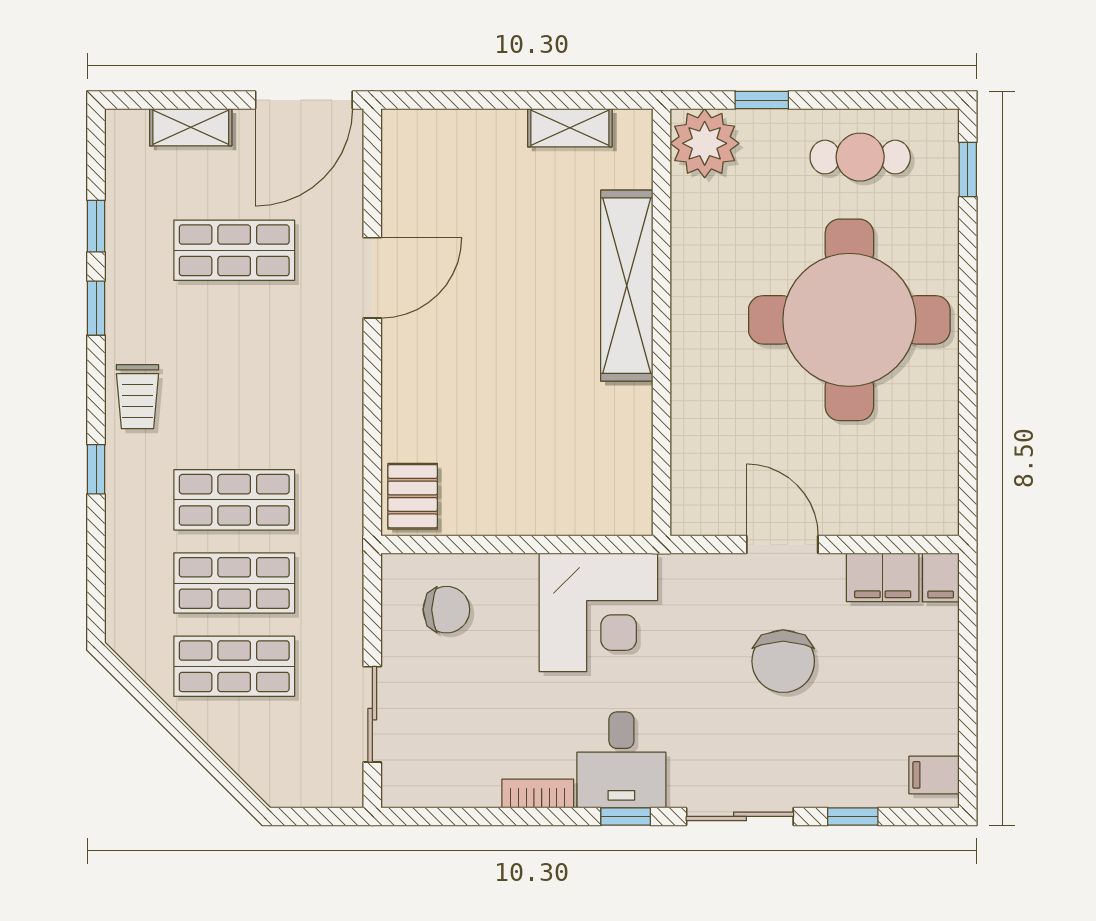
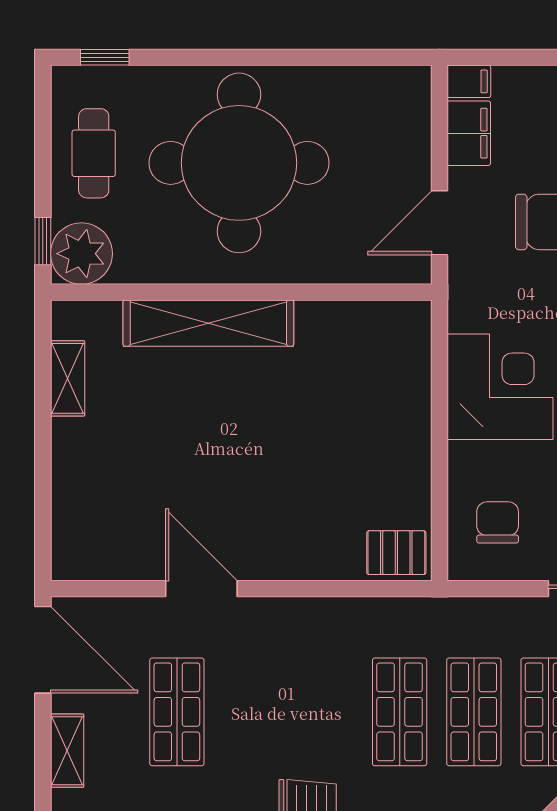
shelving: (570, 128) -> (68, 378), moved
plant: (705, 143) -> (81, 254), moved
shelving: (627, 286) -> (208, 323), moved
wall: (661, 322) -> (241, 292), moved

